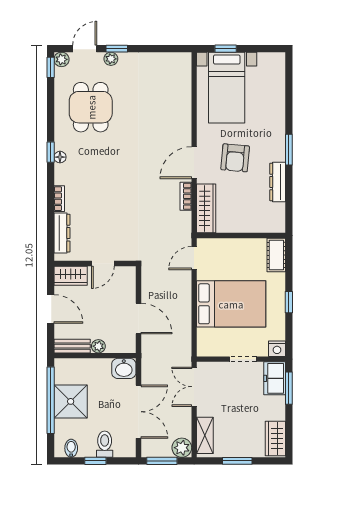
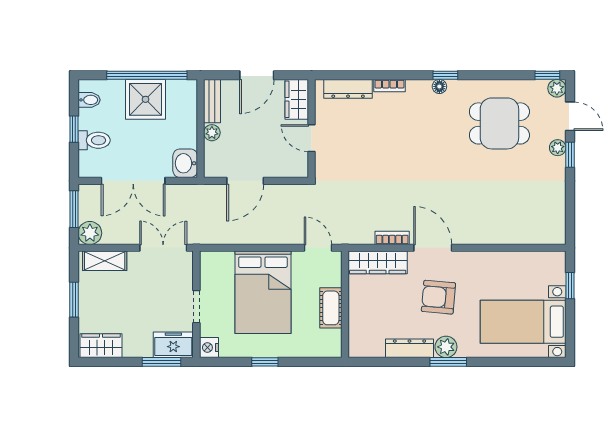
bed with nightstands: (227, 88) -> (523, 322), moved
plant: (276, 152) -> (446, 347), added
cot: (276, 255) -> (331, 308), moved, turned 90

